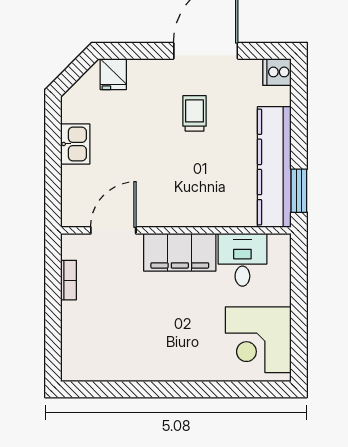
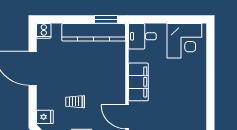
trolley: (195, 113) -> (75, 102), moved
desk: (242, 260) -> (142, 36), moved

